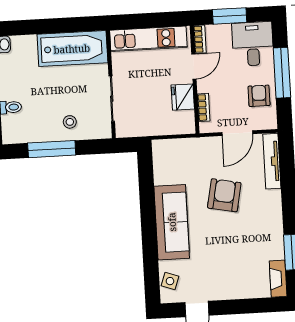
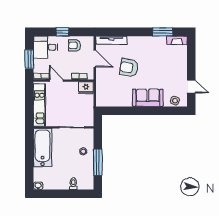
window: (282, 73) -> (63, 32), width x0.46
fridge: (183, 97) -> (86, 88), moved
sofa: (172, 222) -> (148, 98), width x0.73

